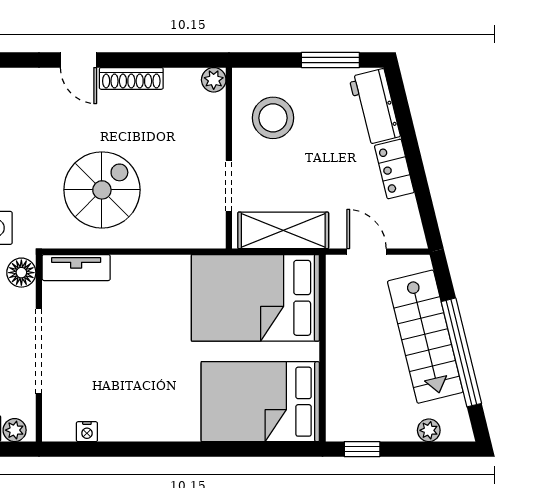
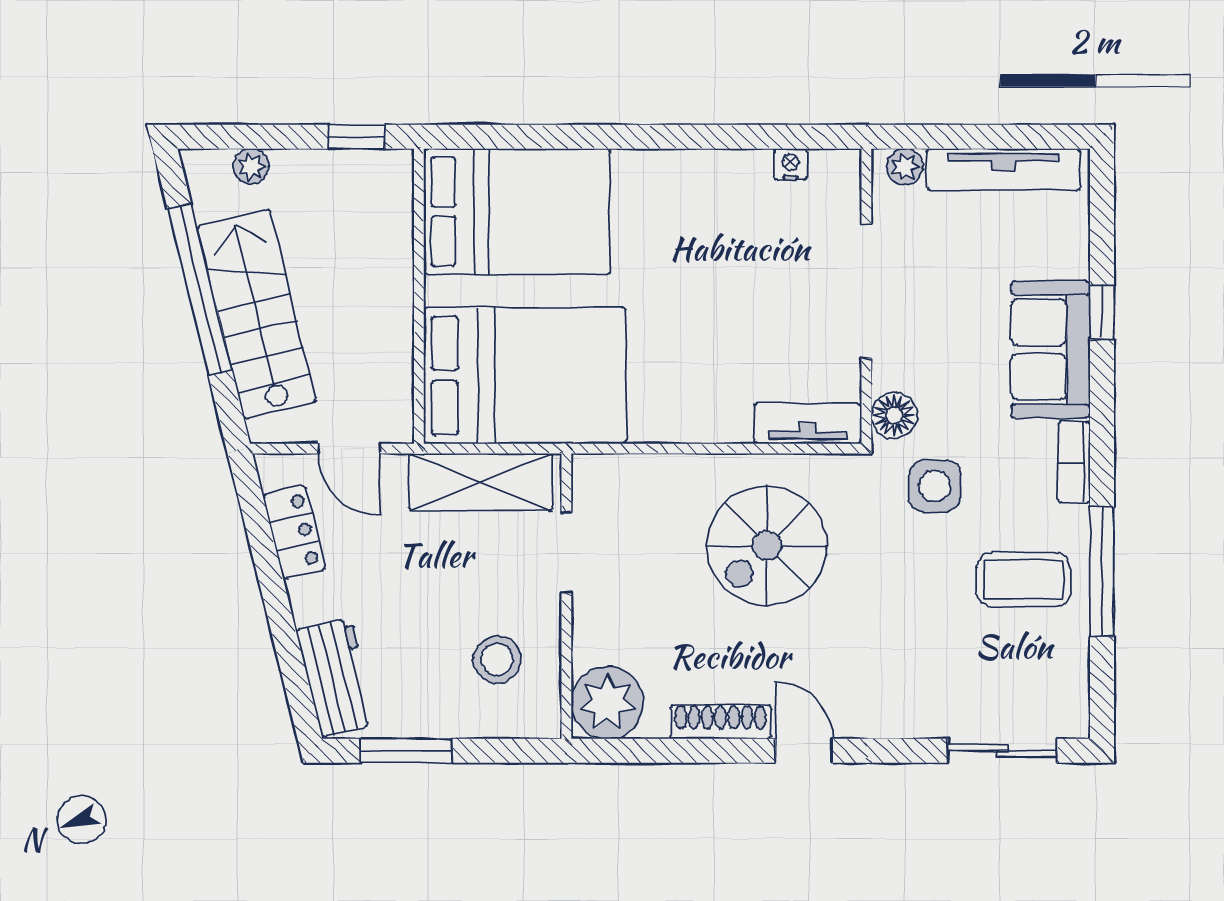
plant: (214, 80) -> (607, 703), width x1.87, depth x1.87
stool: (273, 118) -> (497, 660), width x0.73, depth x0.73
locker: (394, 169) -> (294, 532), moved

